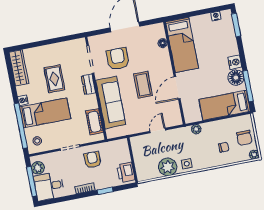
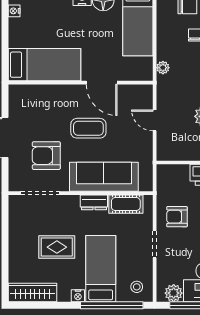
floor lamp: (163, 43) -> (37, 91), removed
dresser: (88, 84) -> (94, 202), moved

